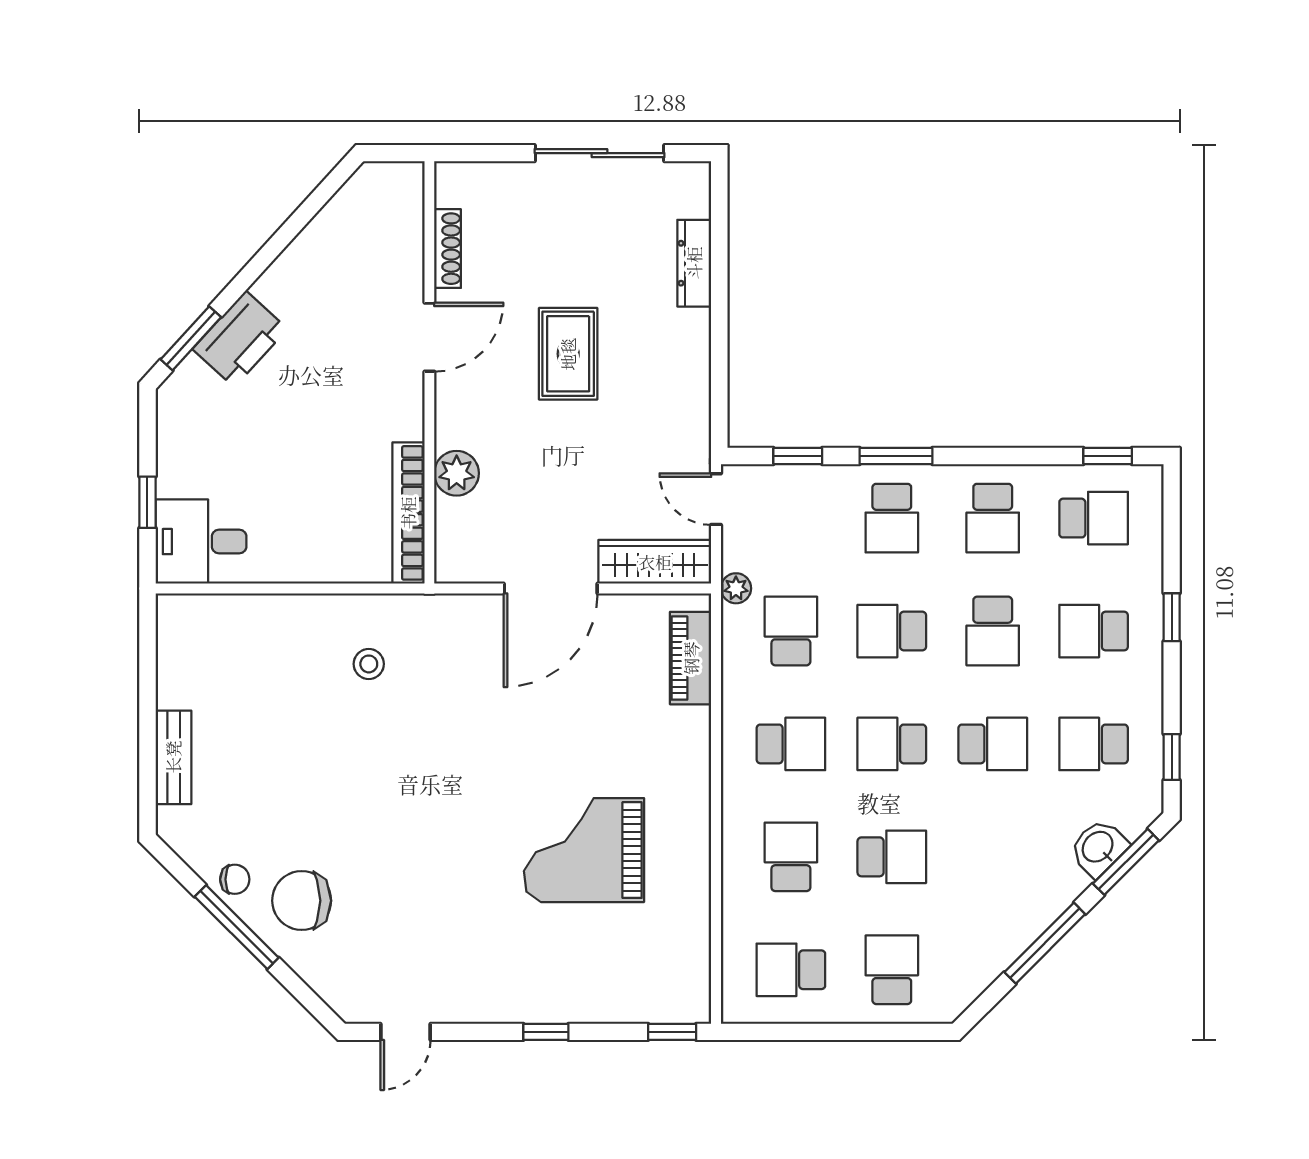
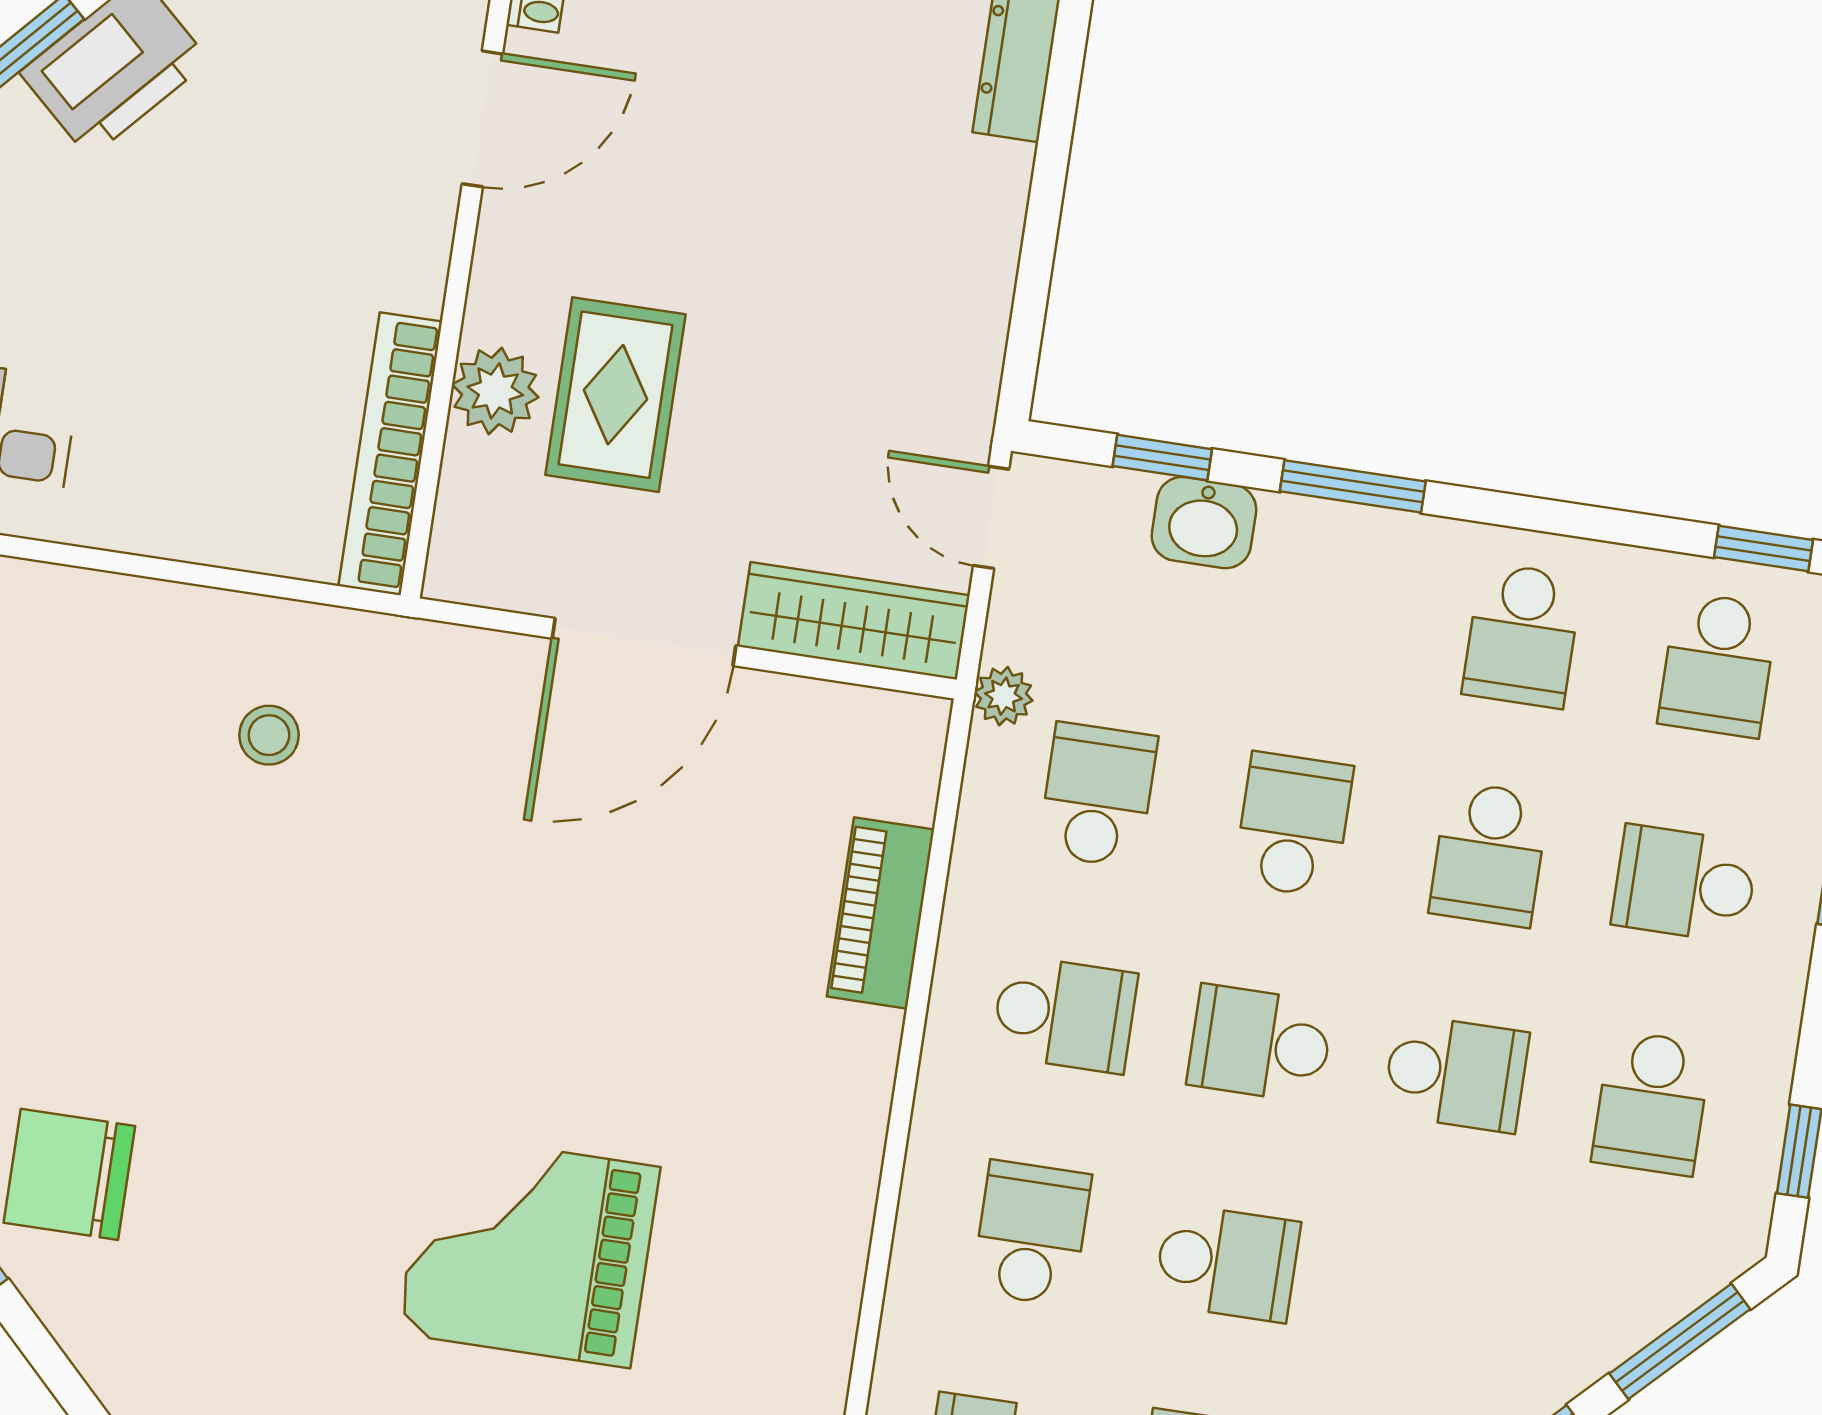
rug: (568, 354) -> (615, 395), moved
school desk: (892, 518) -> (1326, 606), removed
school desk: (1094, 518) -> (1718, 665), turned 90
school desk: (892, 631) -> (1293, 825), turned 90
piano: (691, 658) -> (881, 913), moved
school desk: (1094, 744) -> (1652, 1103), turned -90
washbasin: (1098, 848) -> (1204, 523), moved, turned -135
grand piano: (584, 850) -> (529, 1250), moved

